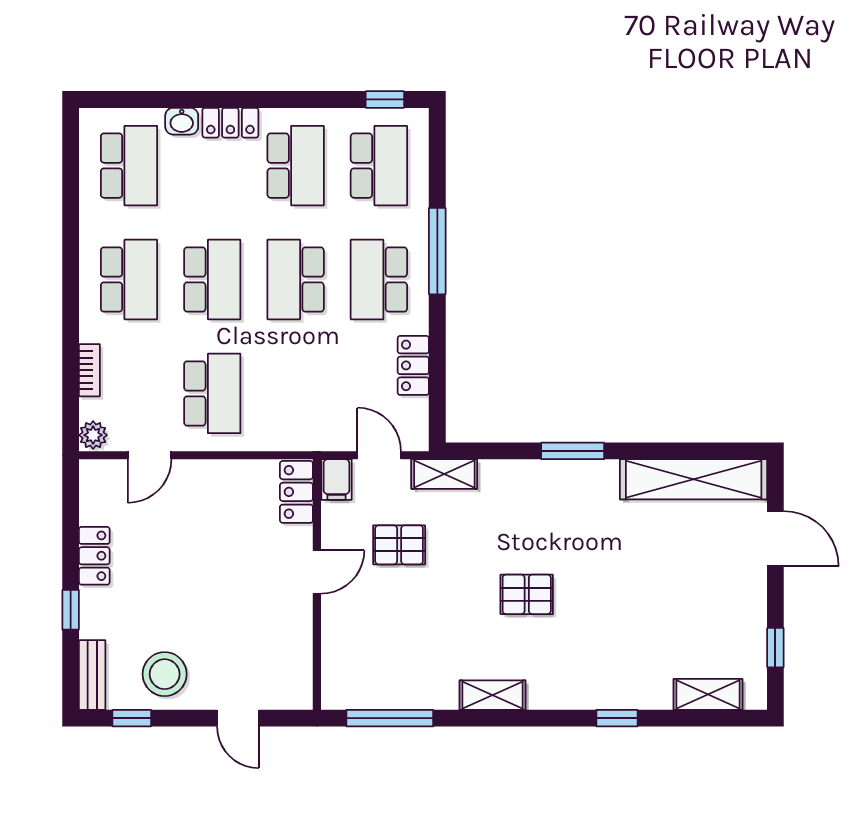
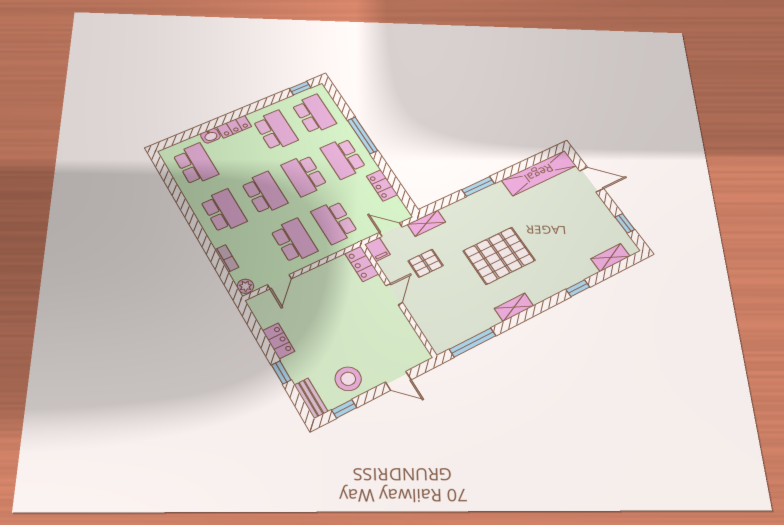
school desk: (296, 393) -> (334, 222), added
pallet: (527, 594) -> (499, 256), width x2.05, depth x2.00

